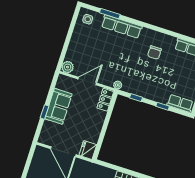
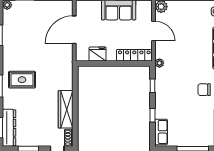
locker: (105, 100) -> (134, 55), width x1.53
fridge: (88, 150) -> (98, 54), moved

